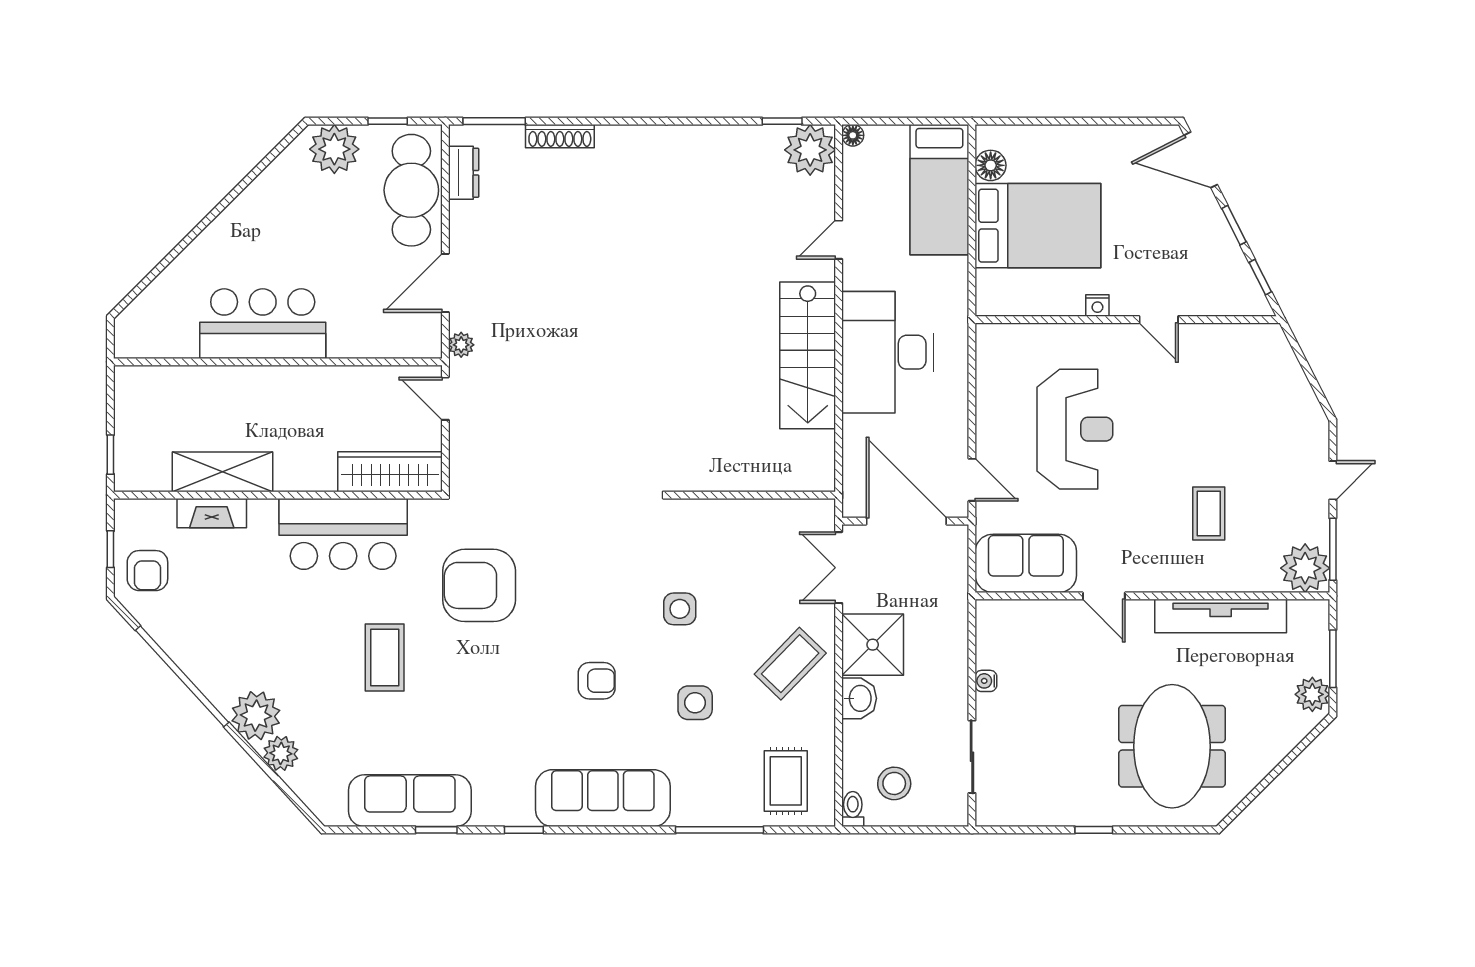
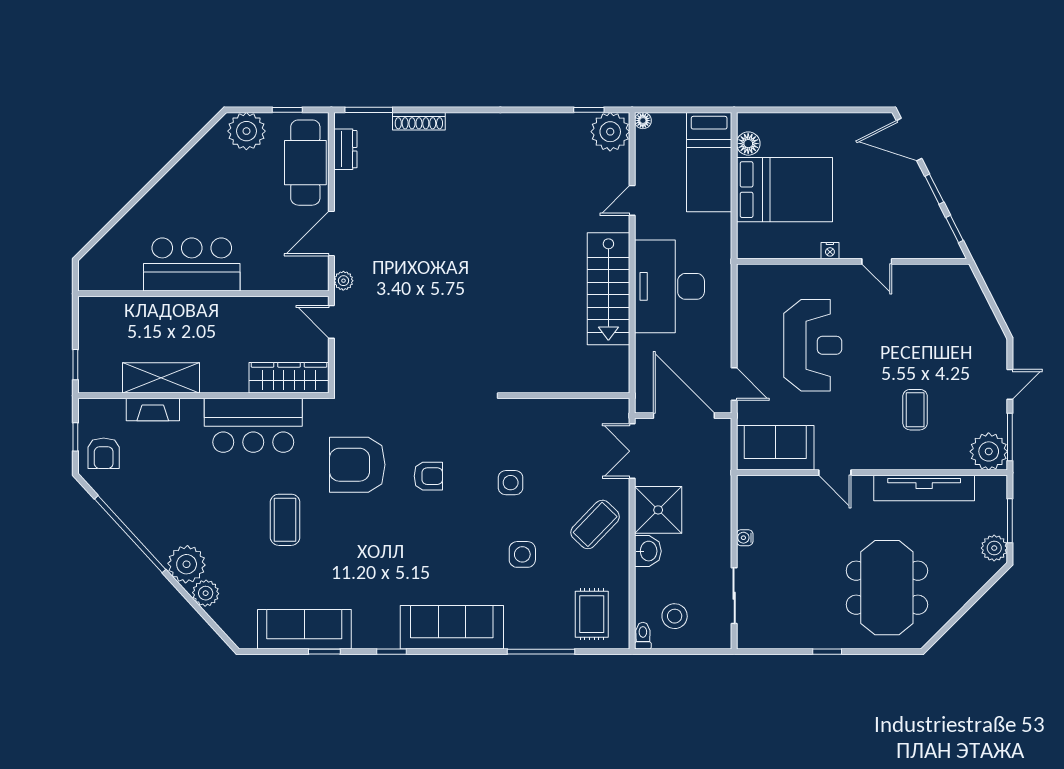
armchair: (597, 681) -> (428, 476), moved

